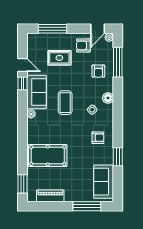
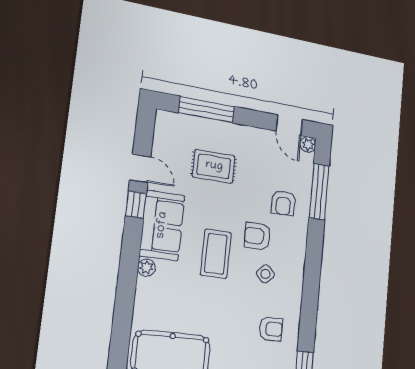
door: (98, 29) -> (289, 125), hinge flipped
armchair: (83, 45) -> (258, 236), moved
floor lamp: (108, 98) -> (296, 255), removed

